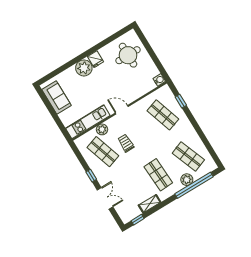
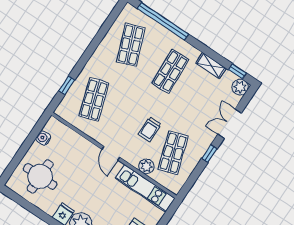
water cooler: (159, 80) -> (43, 138), moved
plant: (187, 180) -> (240, 87), moved

